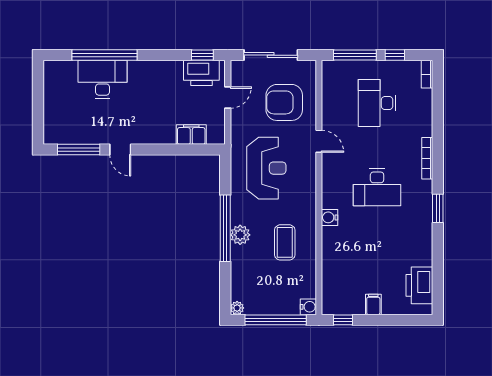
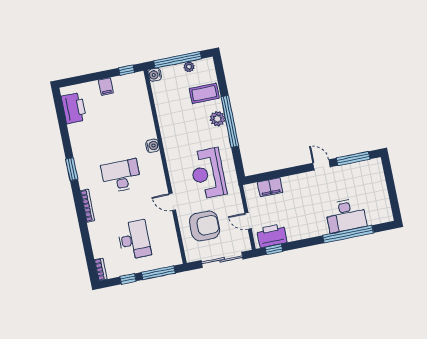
door: (228, 98) -> (248, 221), hinge flipped
coffee table: (285, 242) -> (204, 93), moved, turned 90
plant: (237, 308) -> (189, 67), moved

